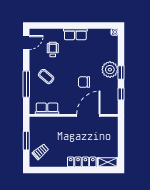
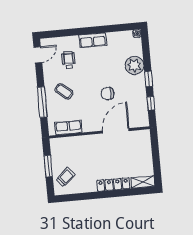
plant: (110, 70) -> (135, 65), moved

